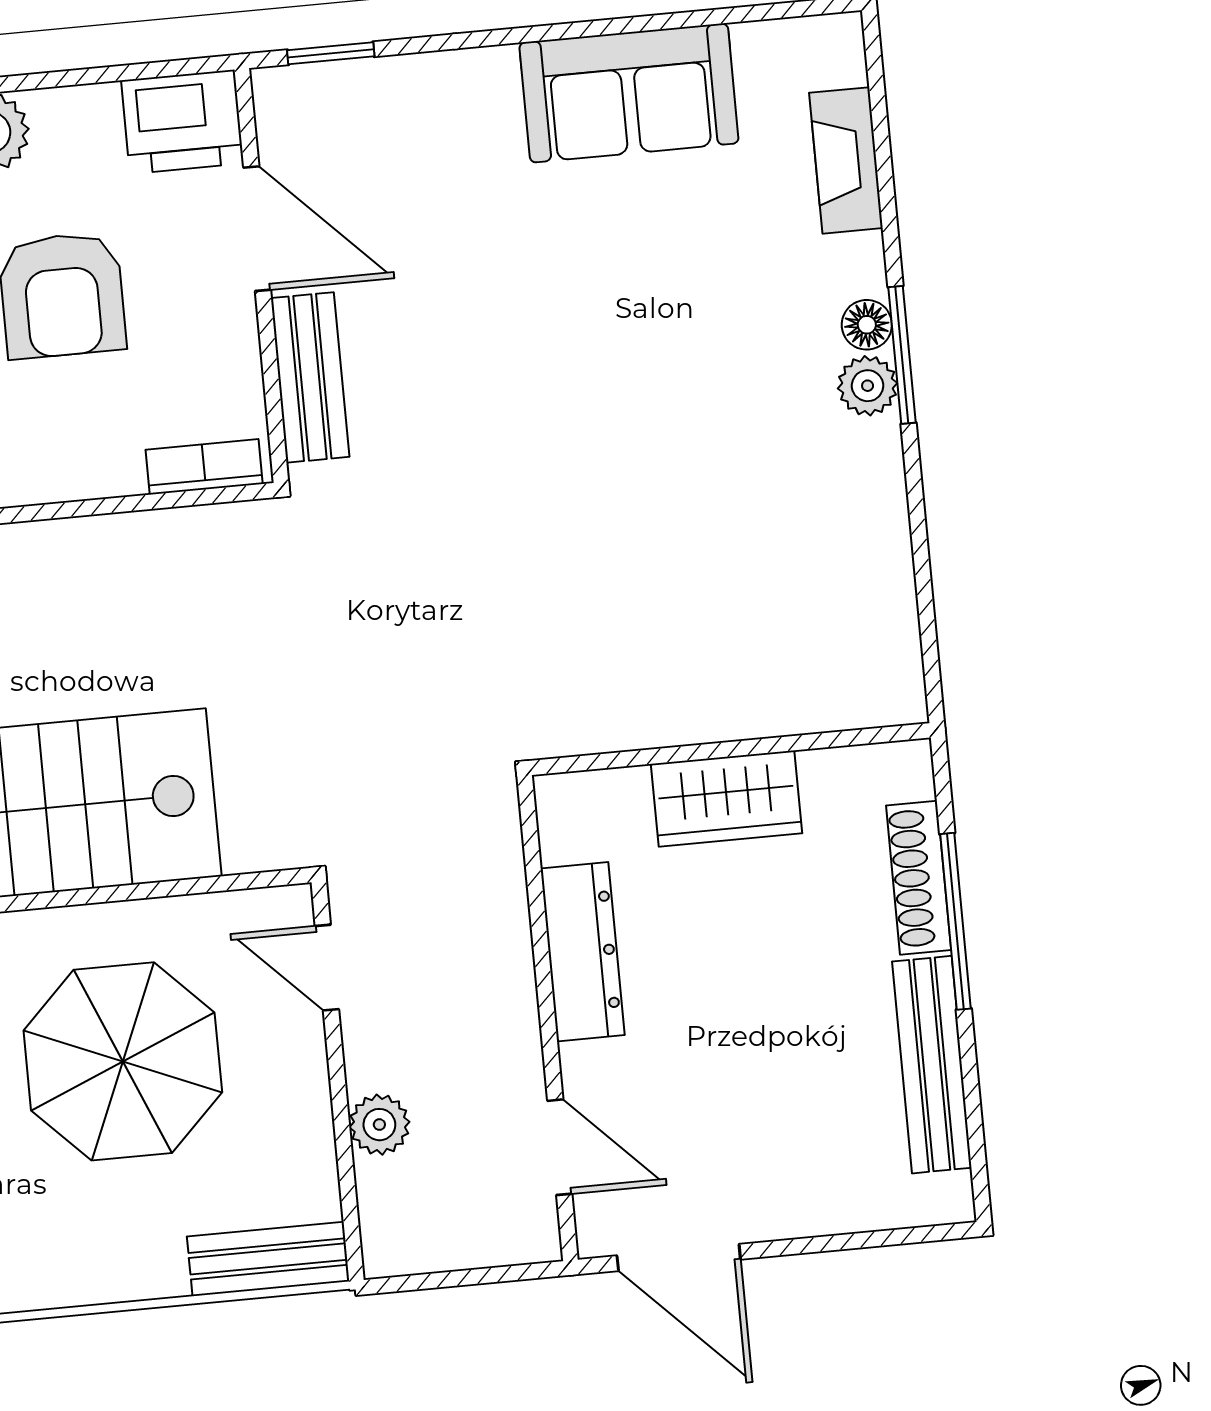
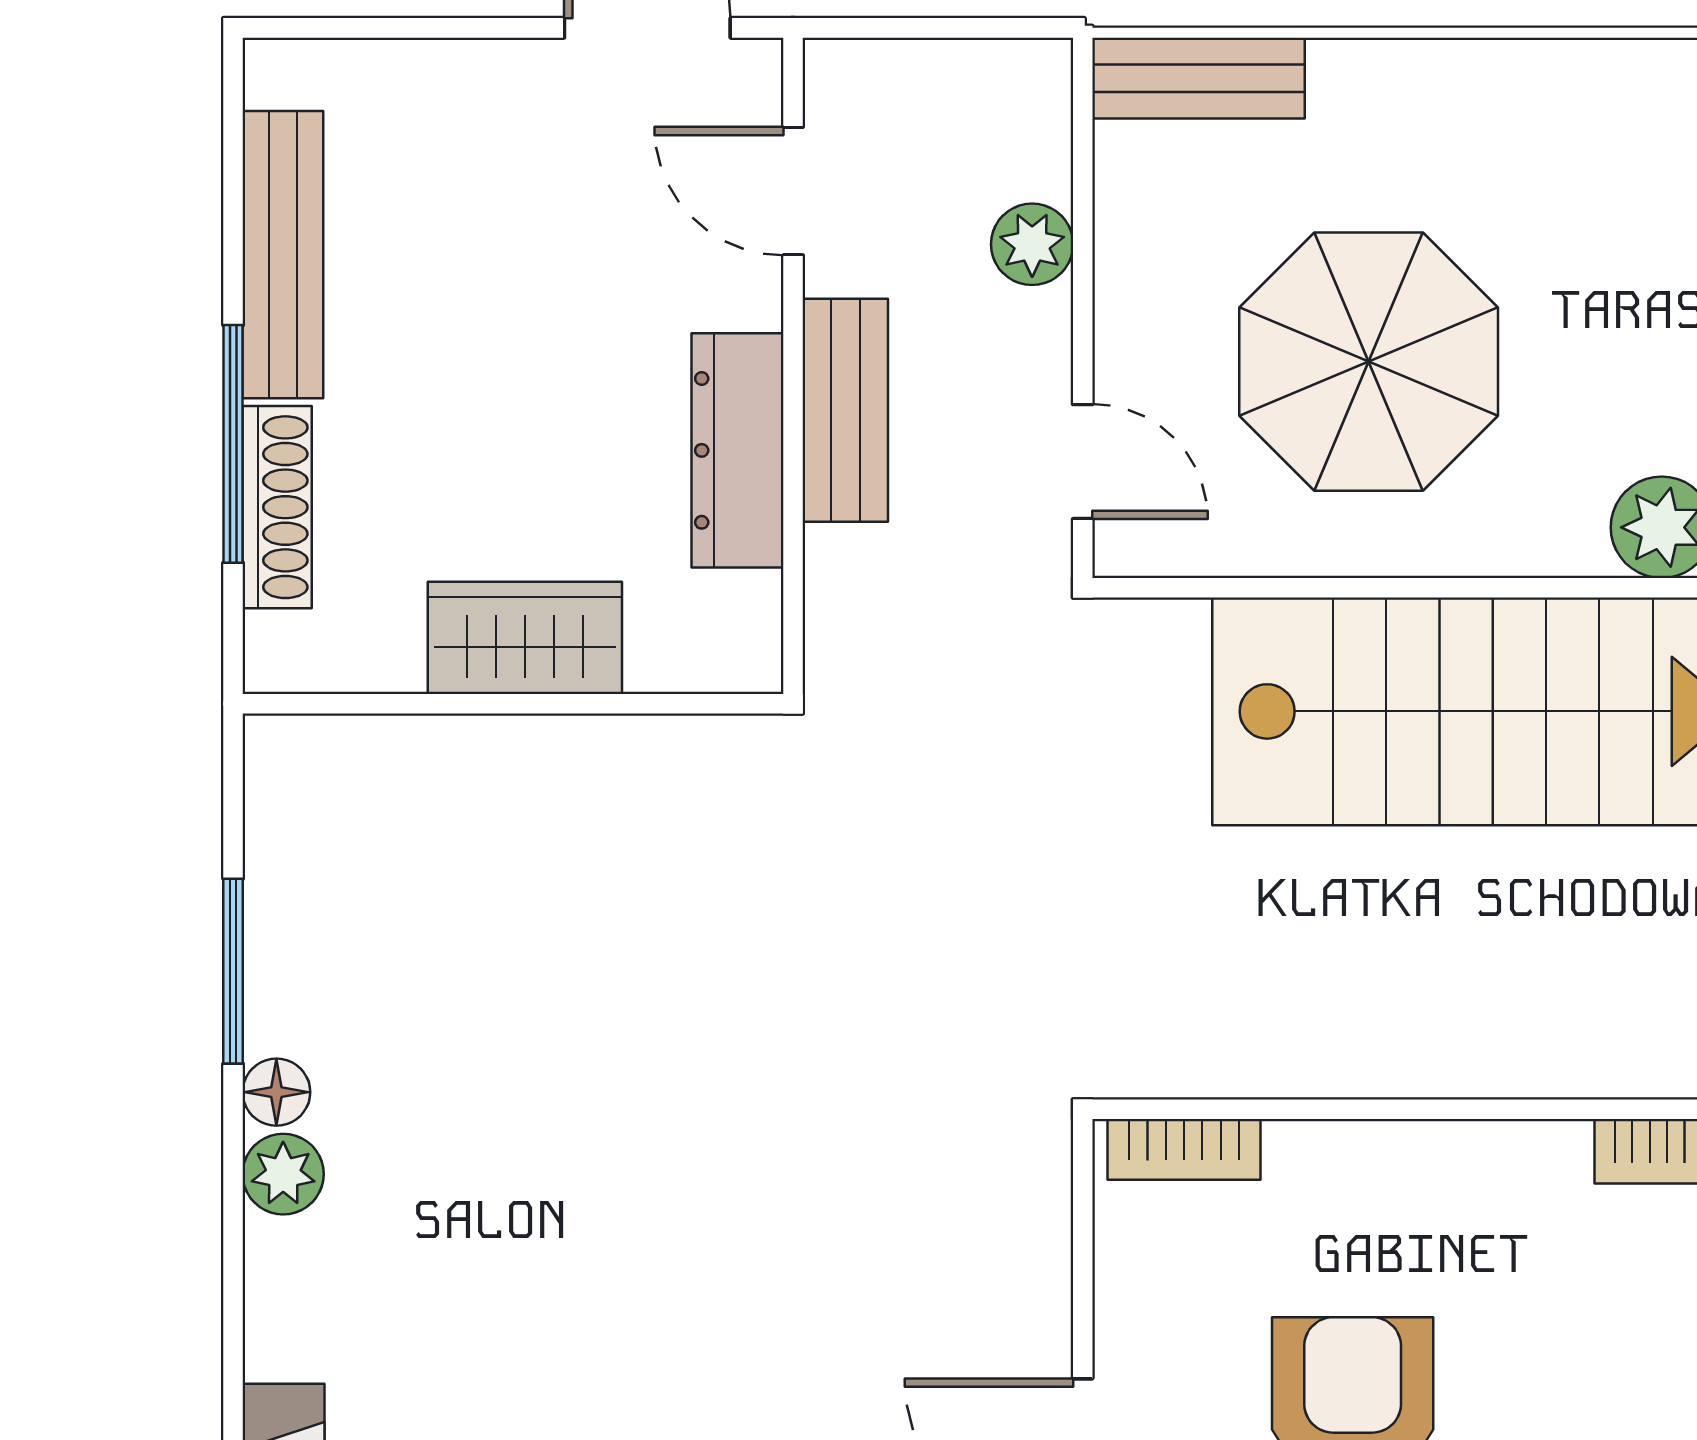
floor lamp: (867, 325) -> (276, 1092), moved
window: (902, 355) -> (233, 971), moved
bench: (310, 377) -> (845, 410), moved

